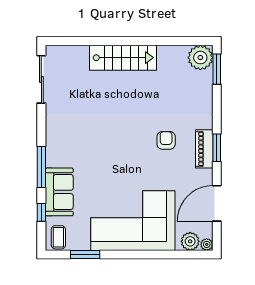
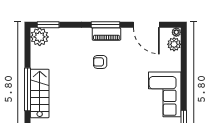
window: (129, 41) -> (28, 89), added
window: (217, 148) -> (106, 25), width x1.44
corner sofa: (133, 221) -> (165, 94), width x0.73, depth x0.74

